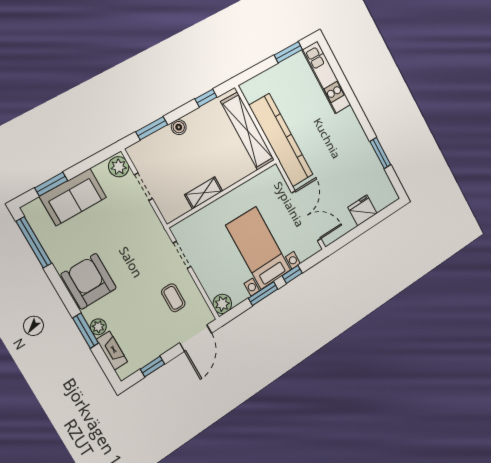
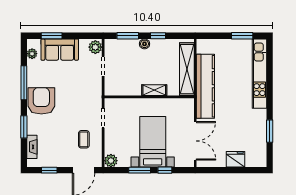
kitchen unit: (326, 77) -> (259, 74), width x1.36
window: (206, 98) -> (158, 36), moved
shelving: (204, 193) -> (154, 90), moved
window: (34, 242) -> (24, 83), moved
plant: (98, 327) -> (32, 54), moved

